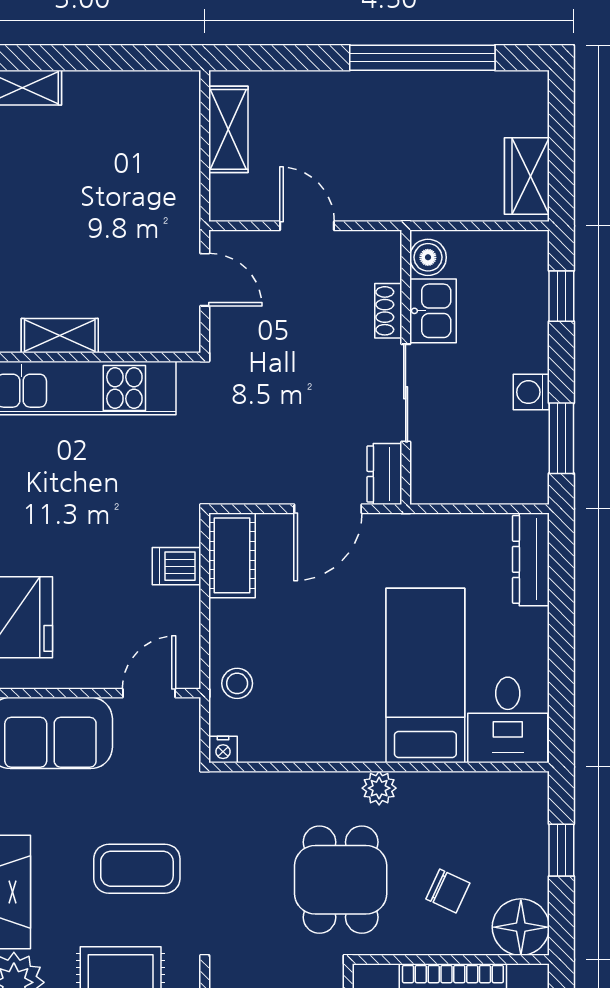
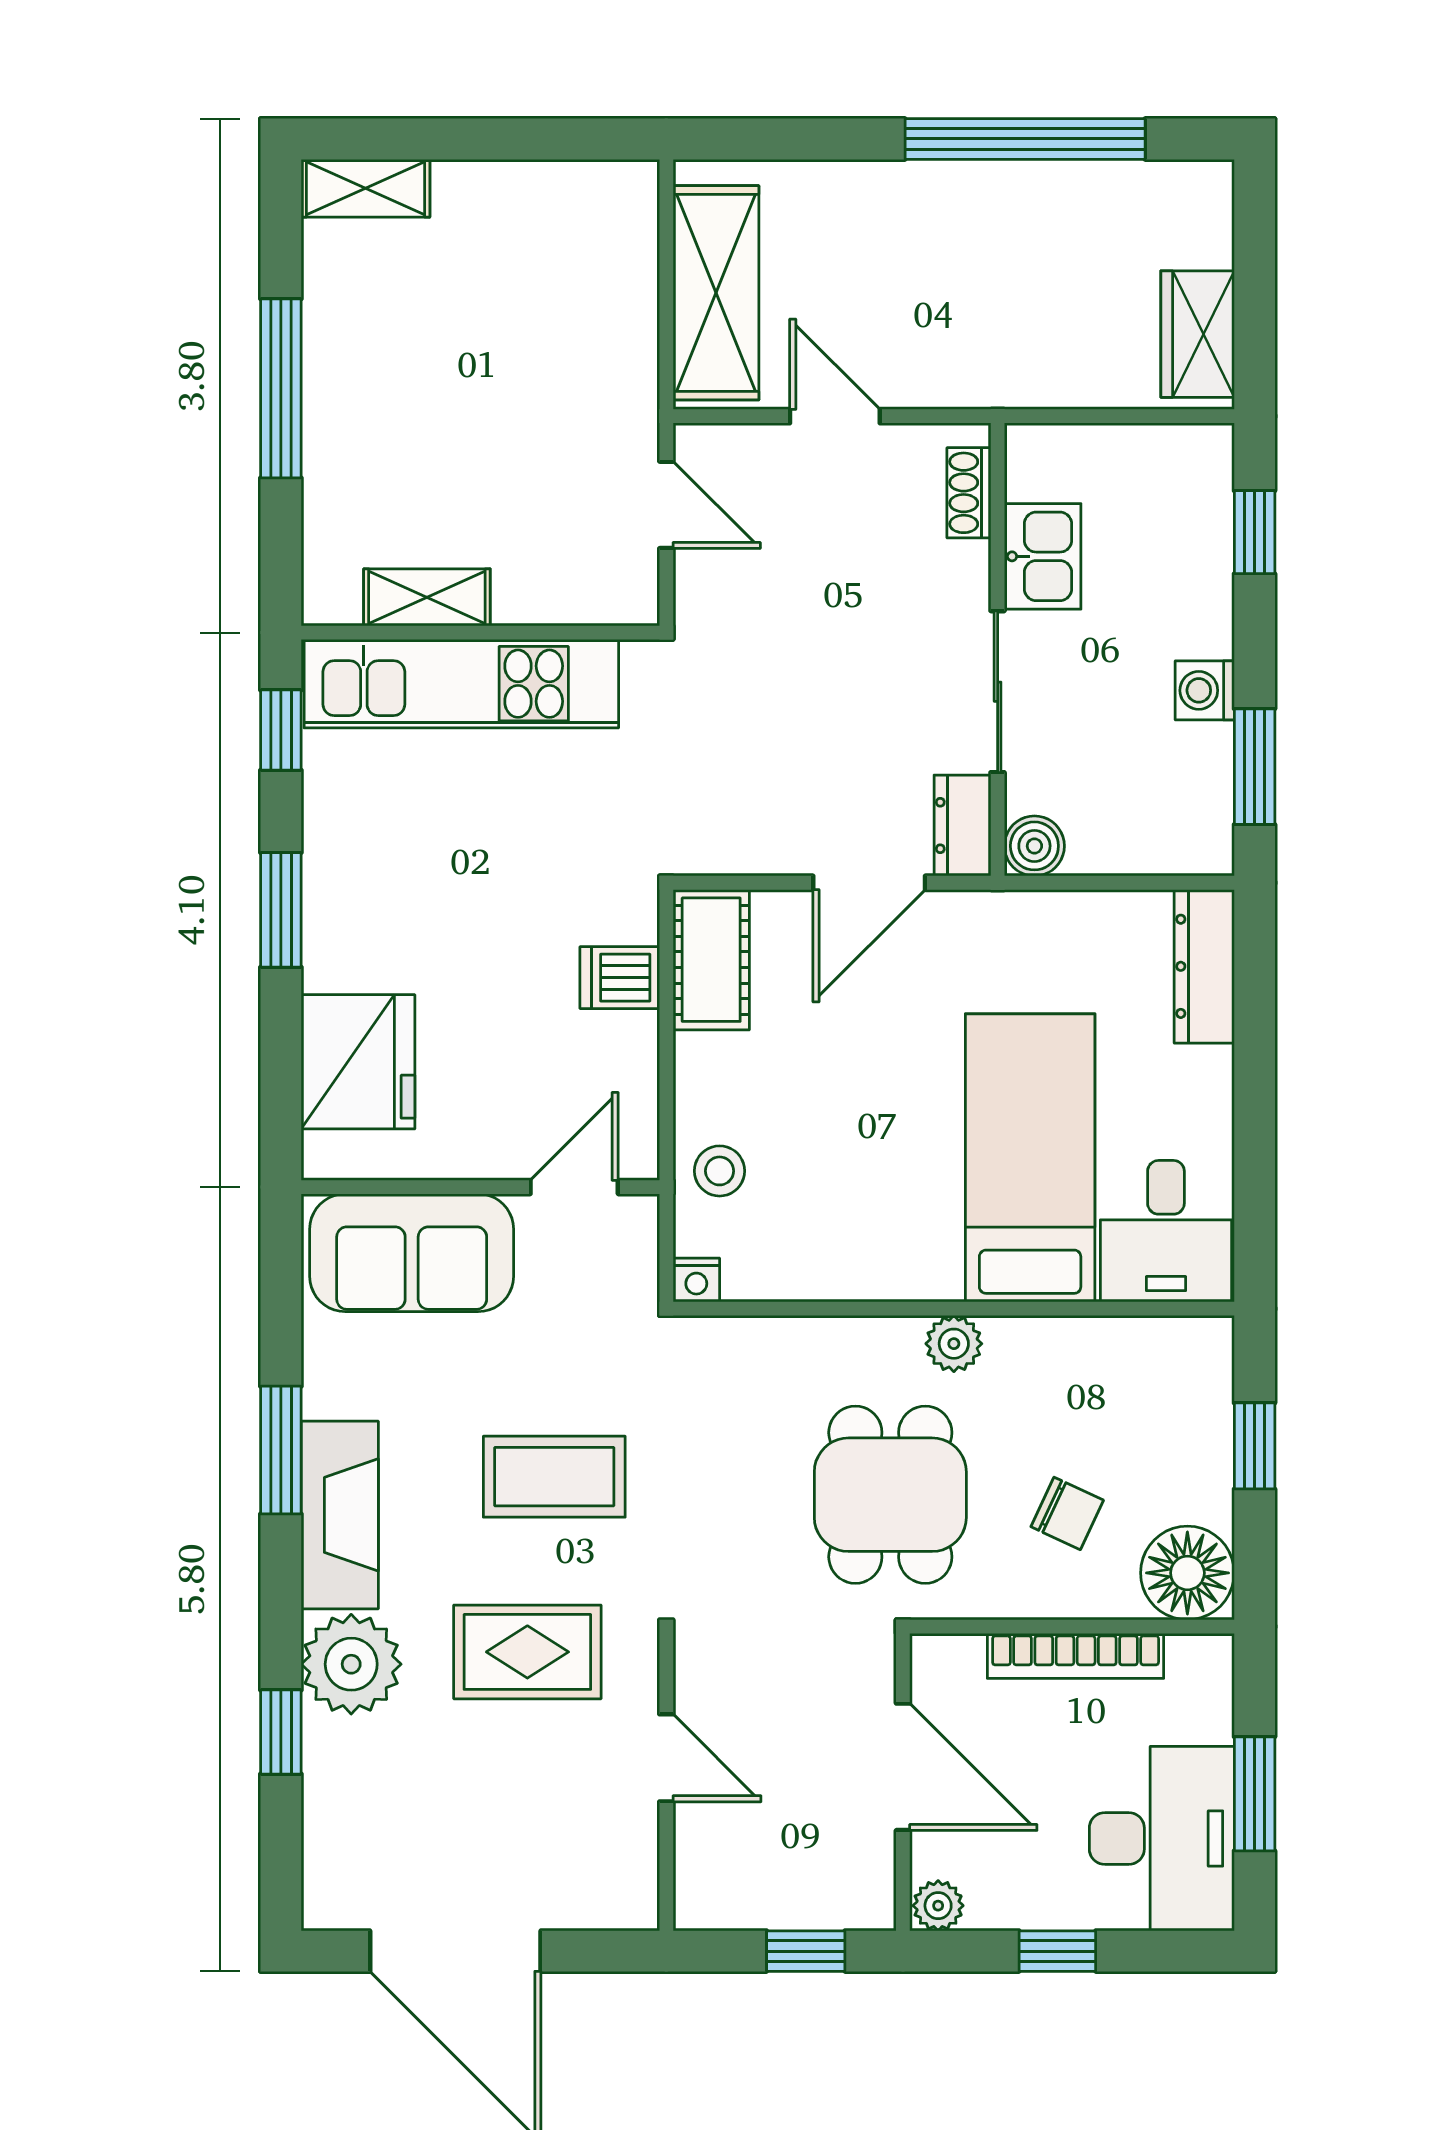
shelving: (228, 129) -> (716, 293), width x1.50, depth x1.33
boiler: (428, 257) -> (1034, 846), moved
shoe rack: (388, 311) -> (969, 493), moved

